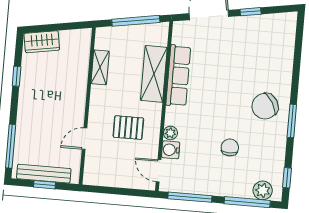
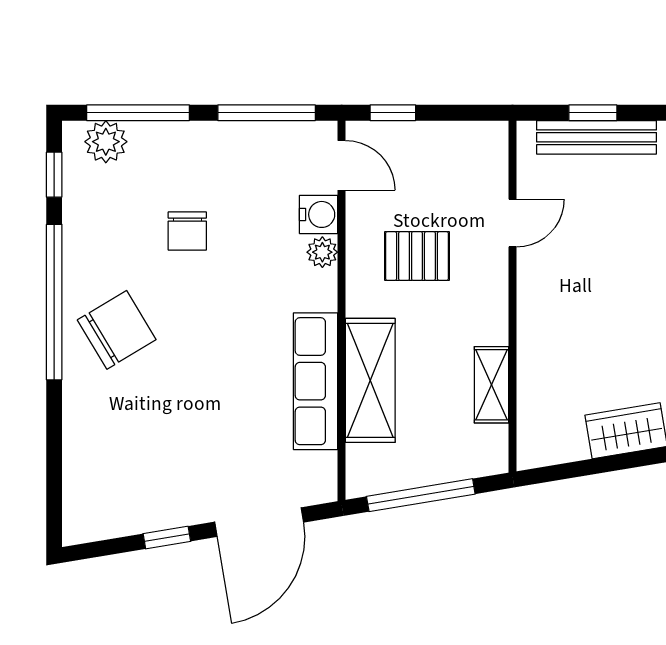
window: (292, 121) -> (54, 302), width x2.11
window: (134, 192) -> (393, 113), added

